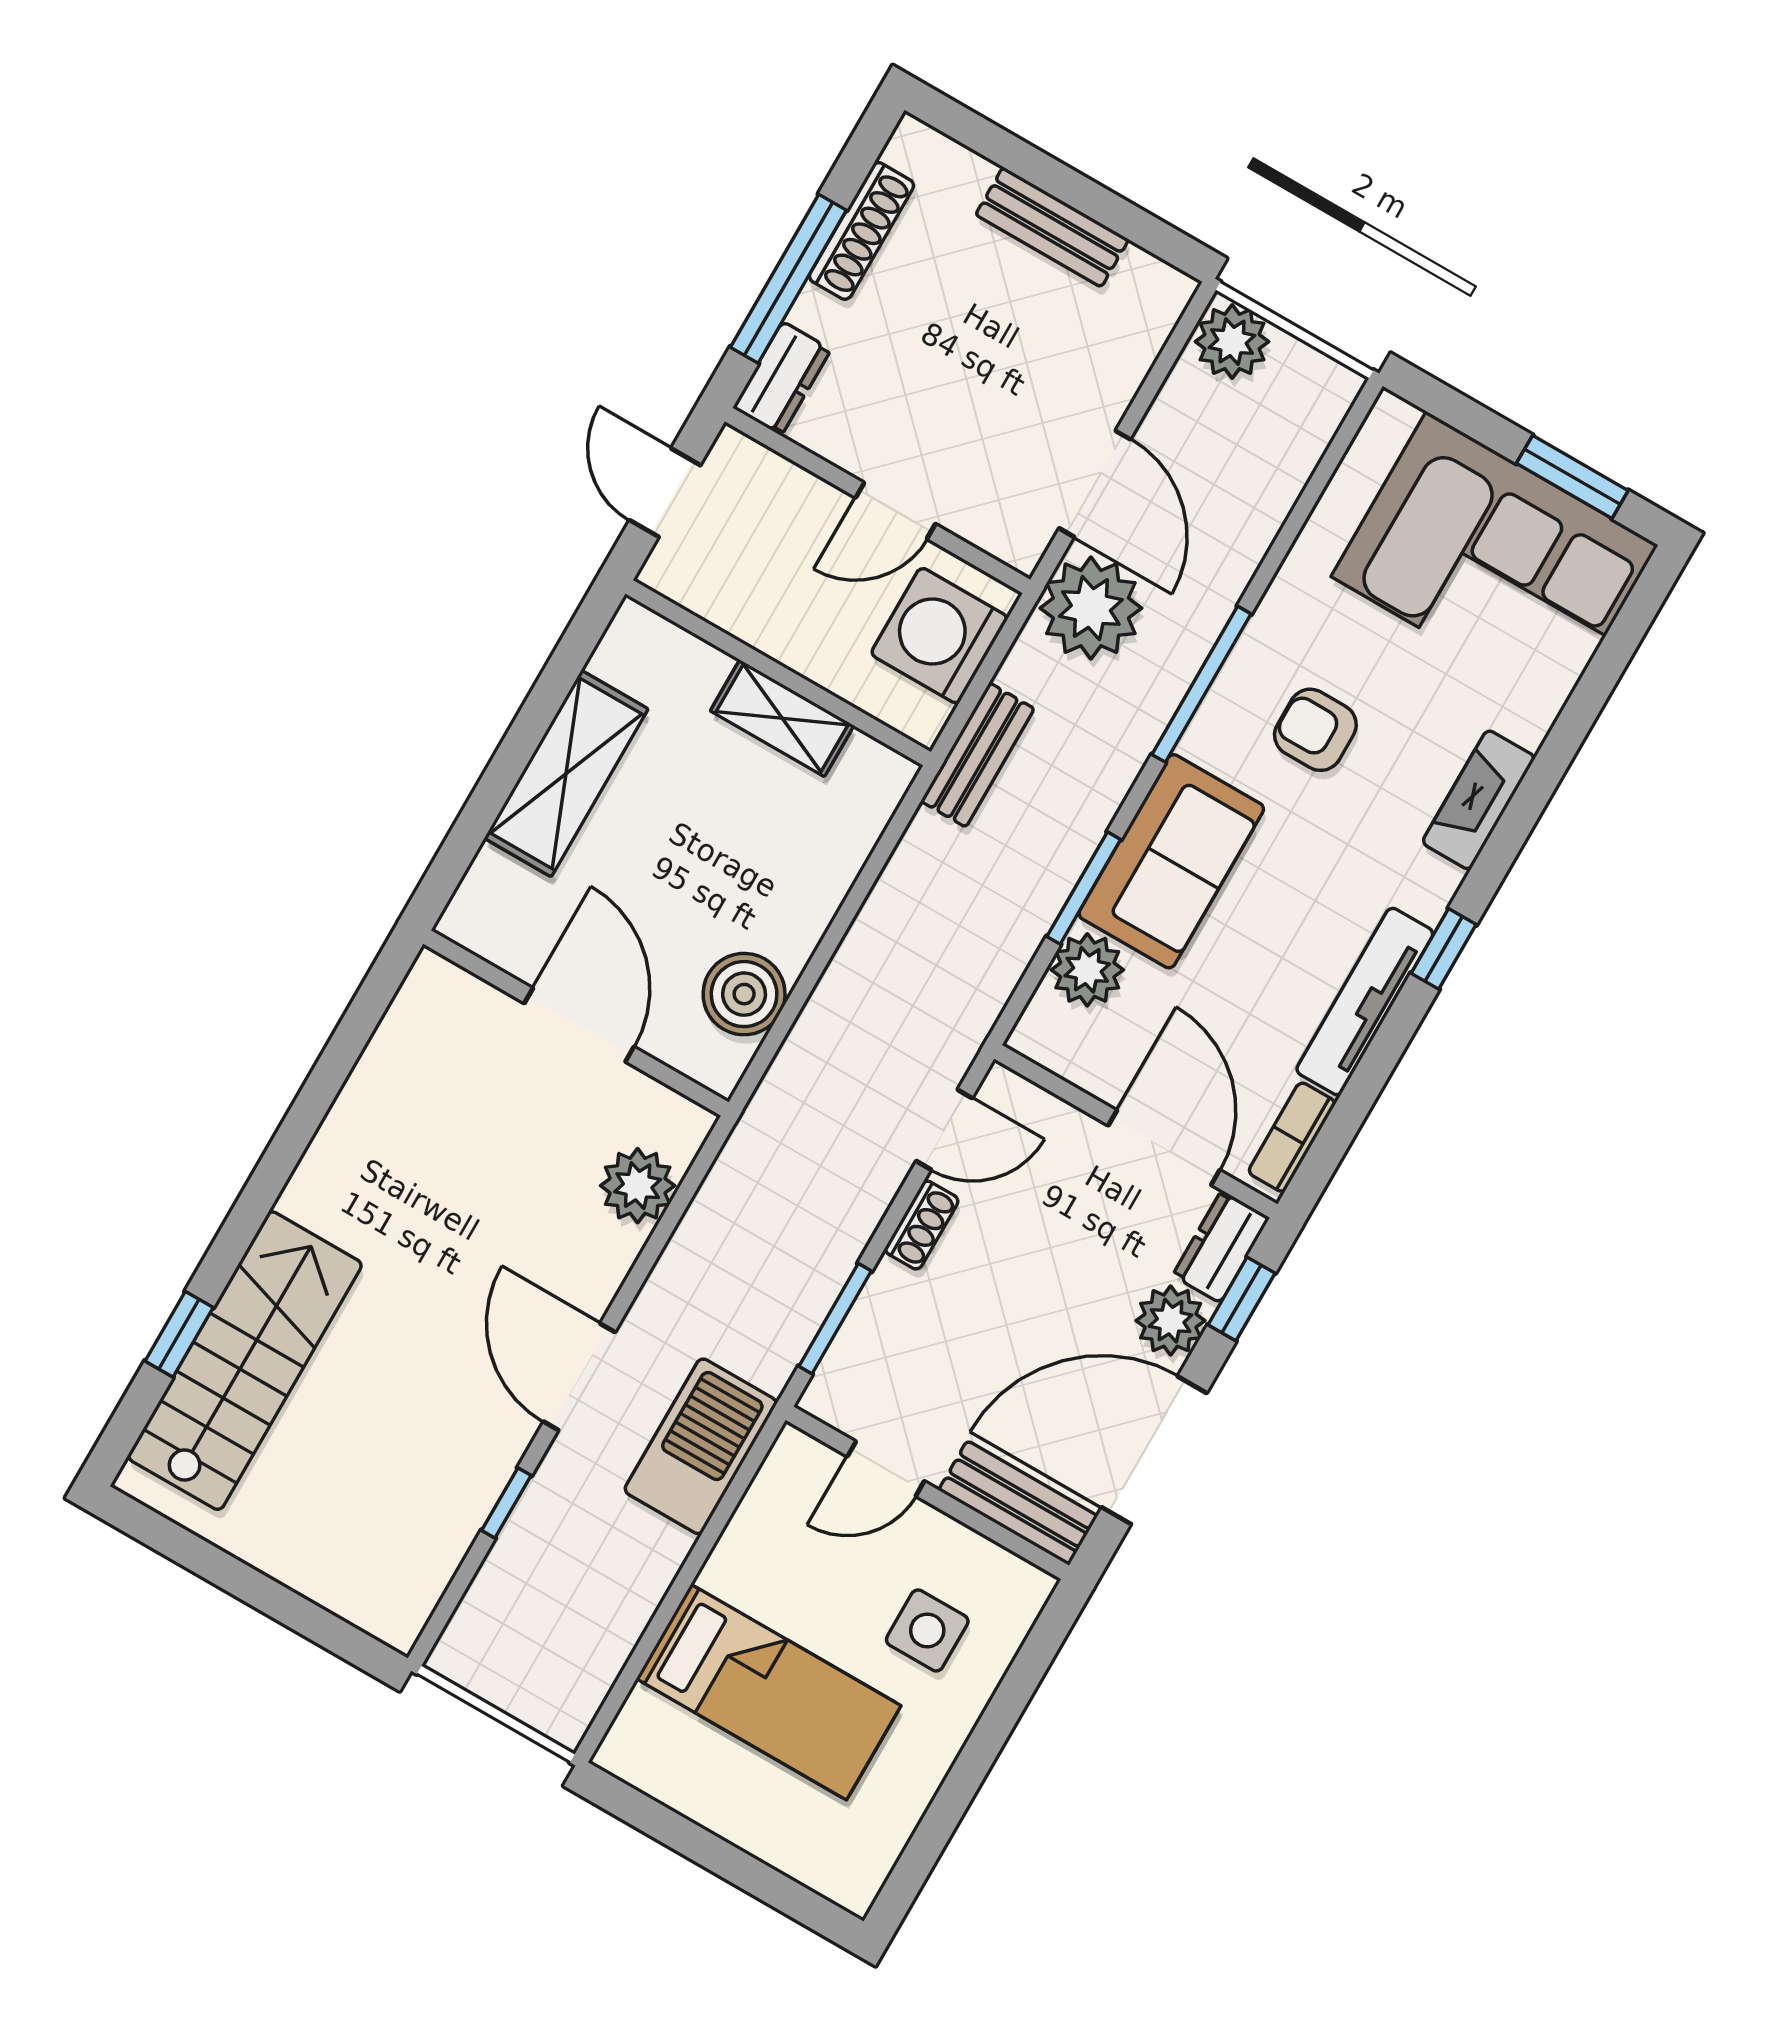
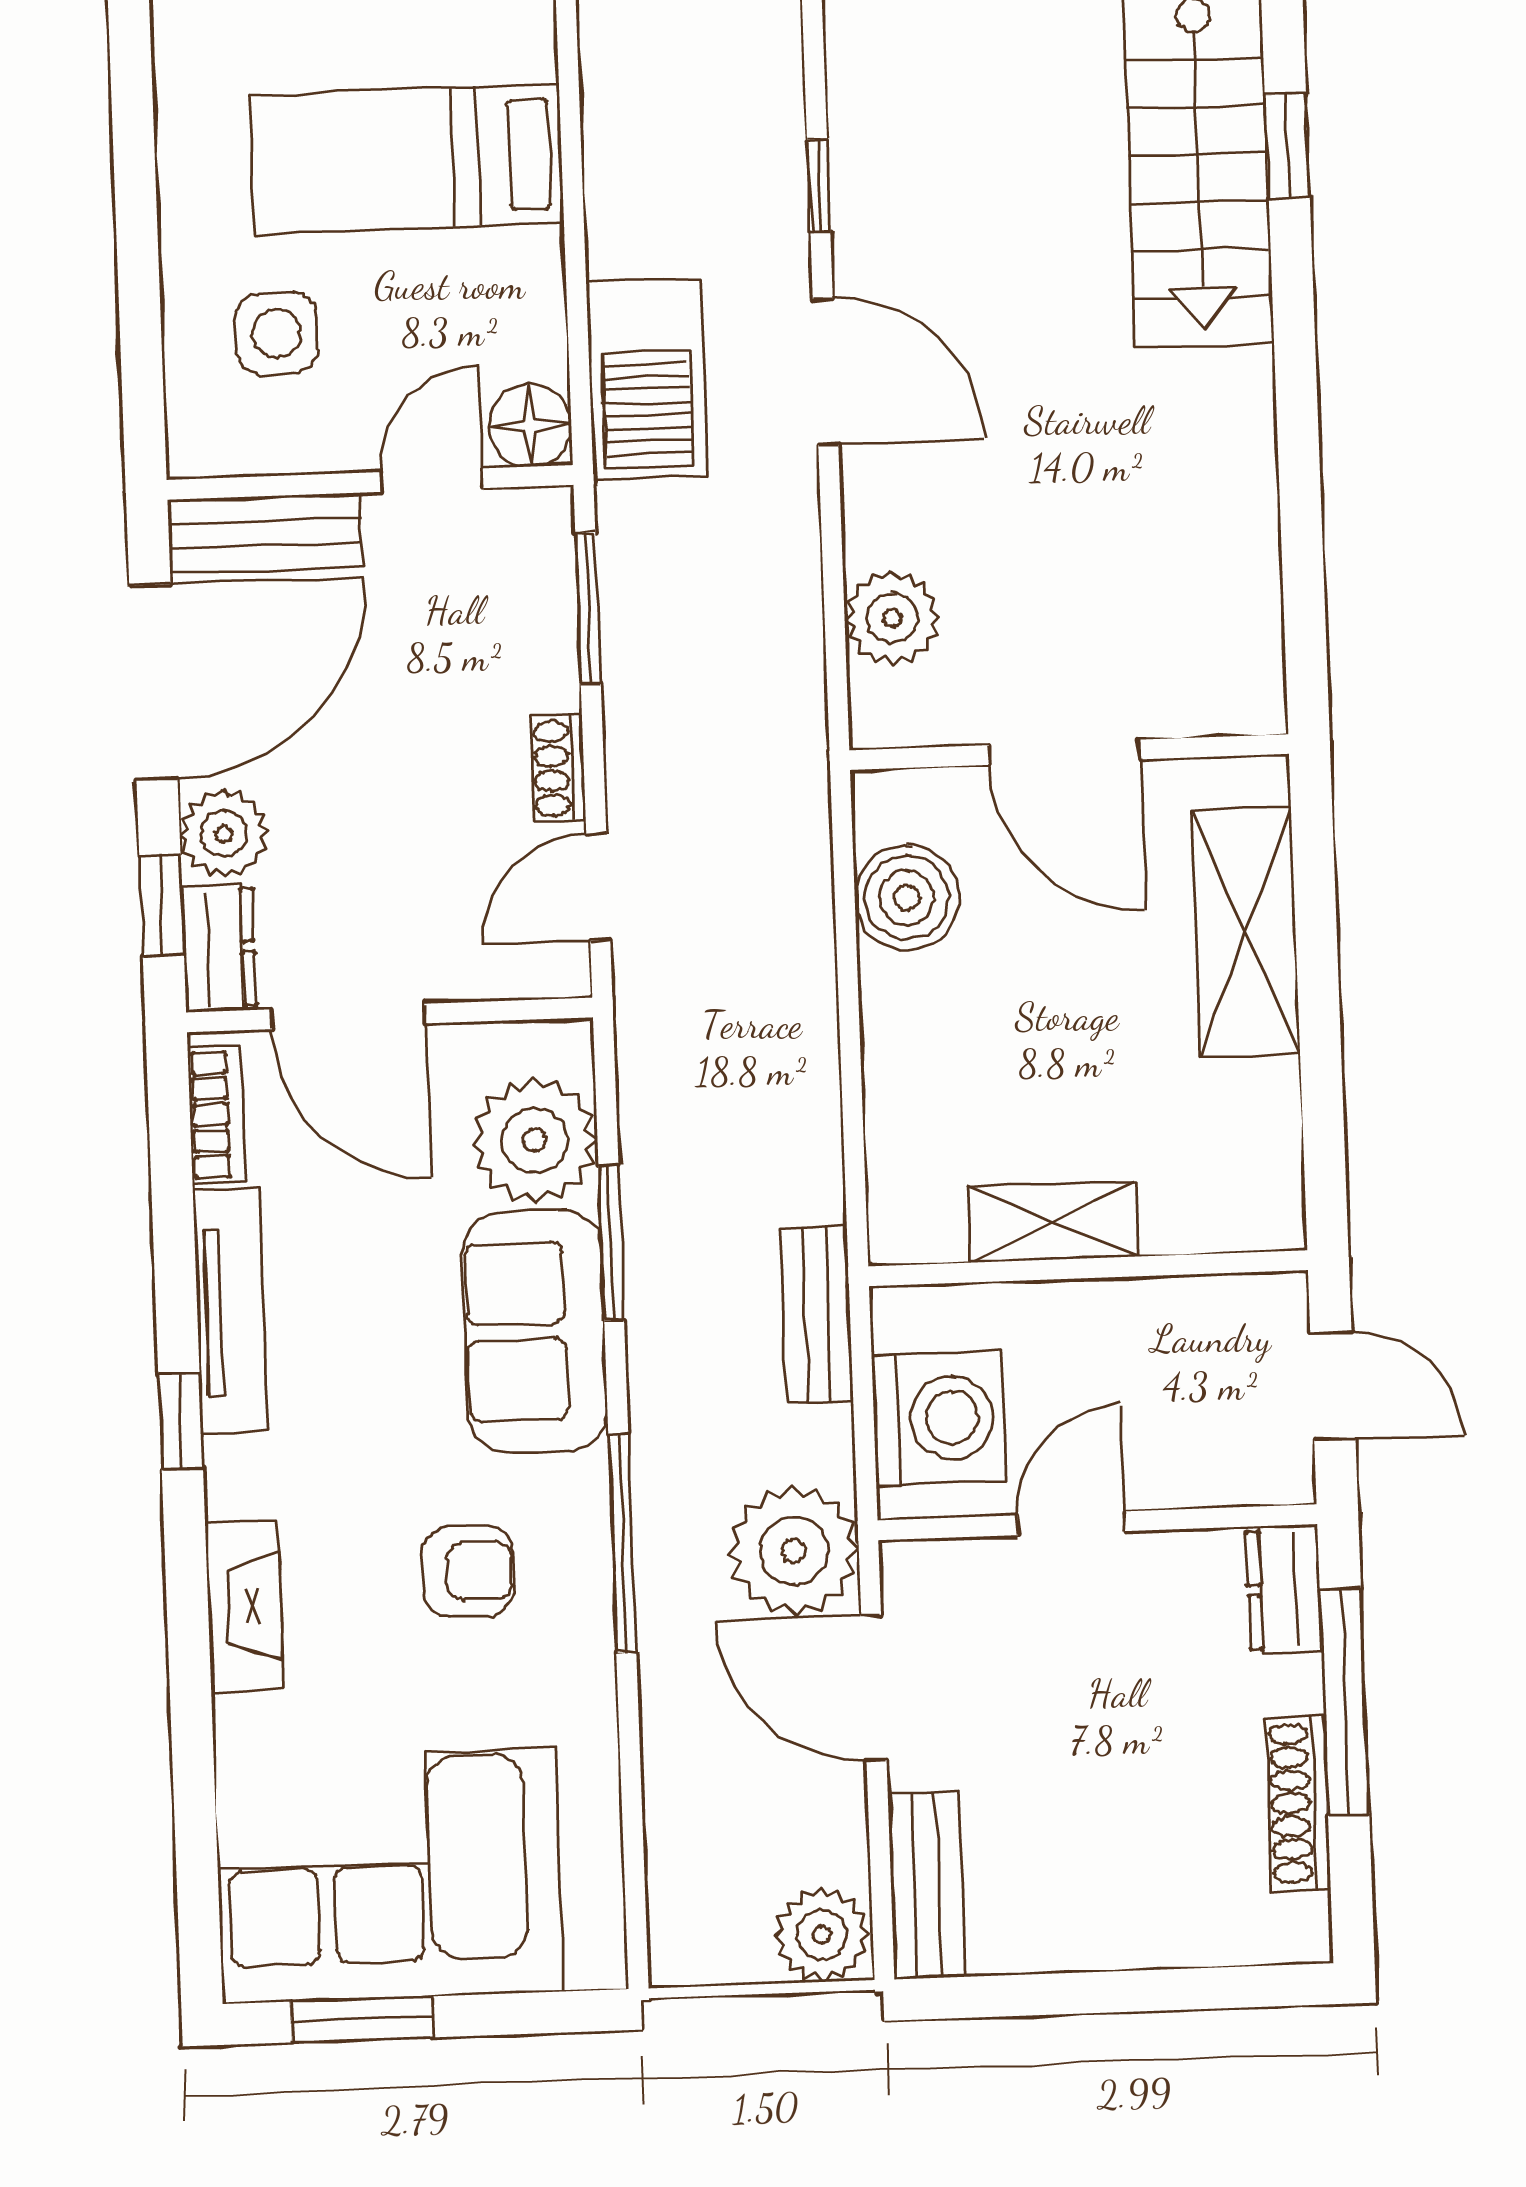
bench: (1052, 227) -> (926, 1885), moved, turned 90
shelving: (566, 774) -> (1246, 932), moved
plant: (1087, 970) -> (535, 1141), width x1.36, depth x1.36
floor lamp: (797, 1464) -> (530, 425), added

